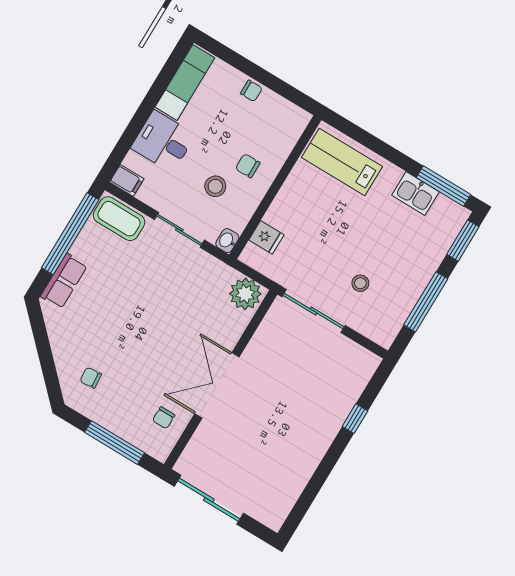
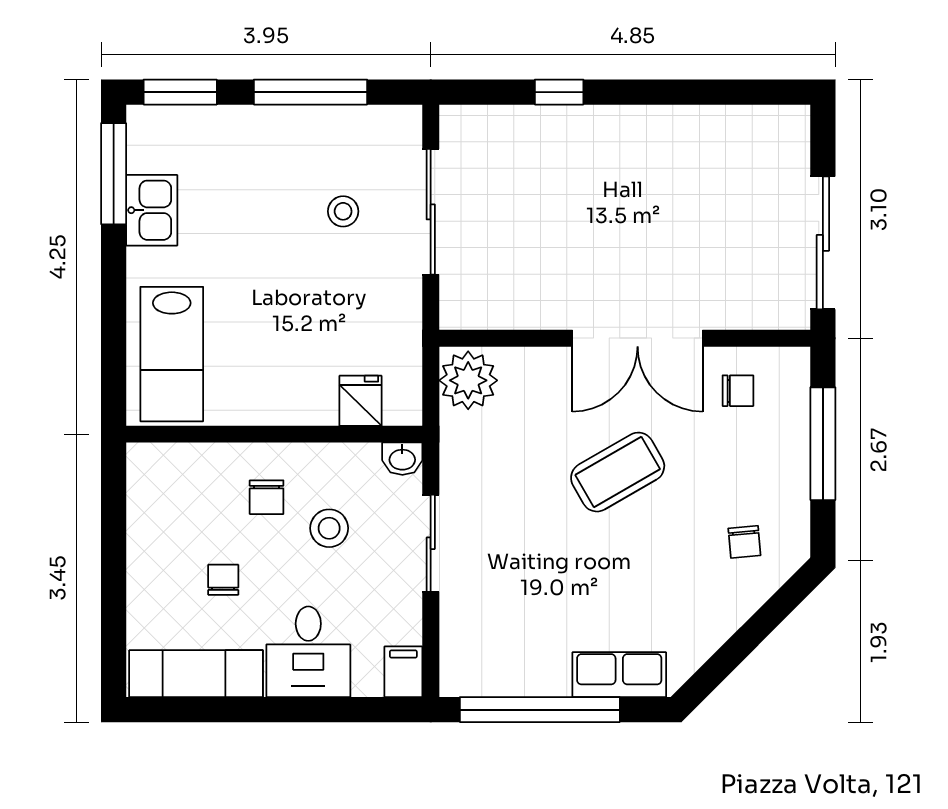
chair: (251, 91) -> (223, 580), moved
coffee table: (119, 219) -> (618, 472), moved, turned 60
sliding door: (313, 311) -> (431, 212), moved

